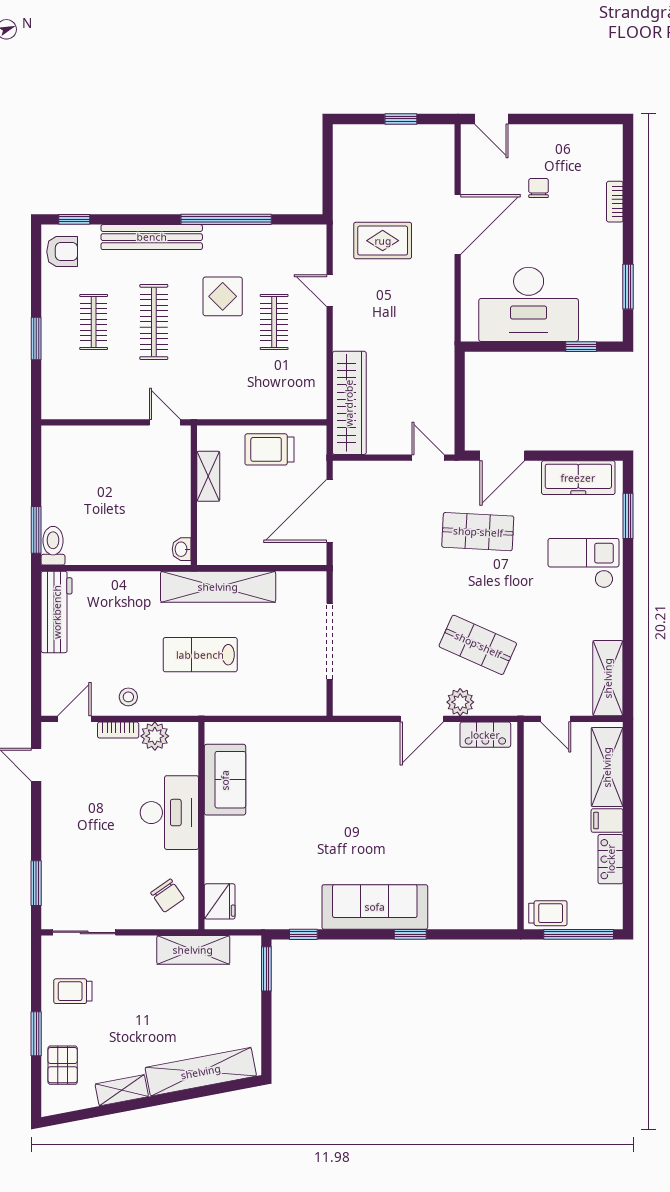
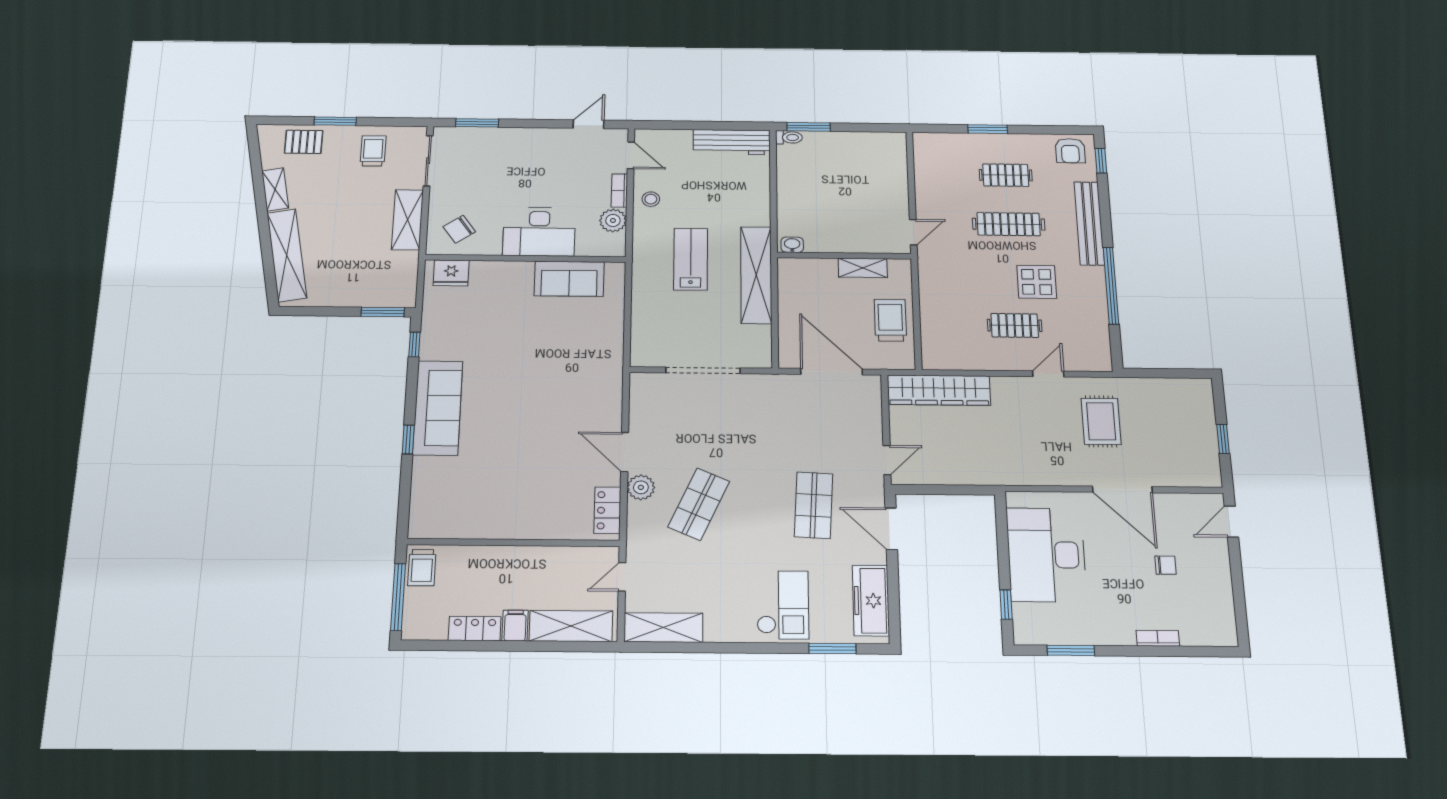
toilet: (53, 546) -> (789, 137), width x0.73, depth x0.72
shelving: (193, 950) -> (408, 220), moved

